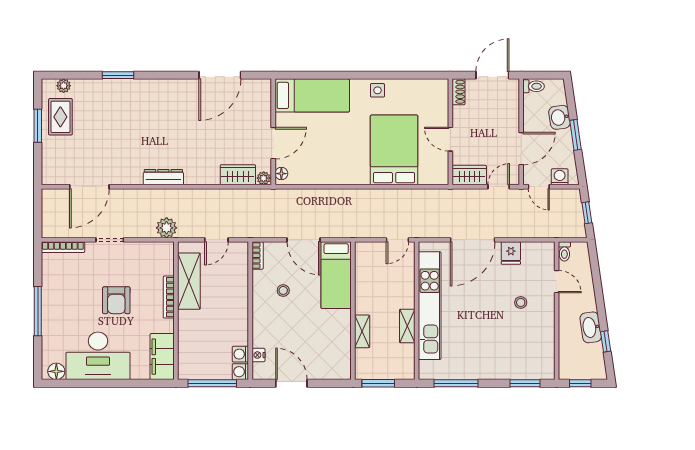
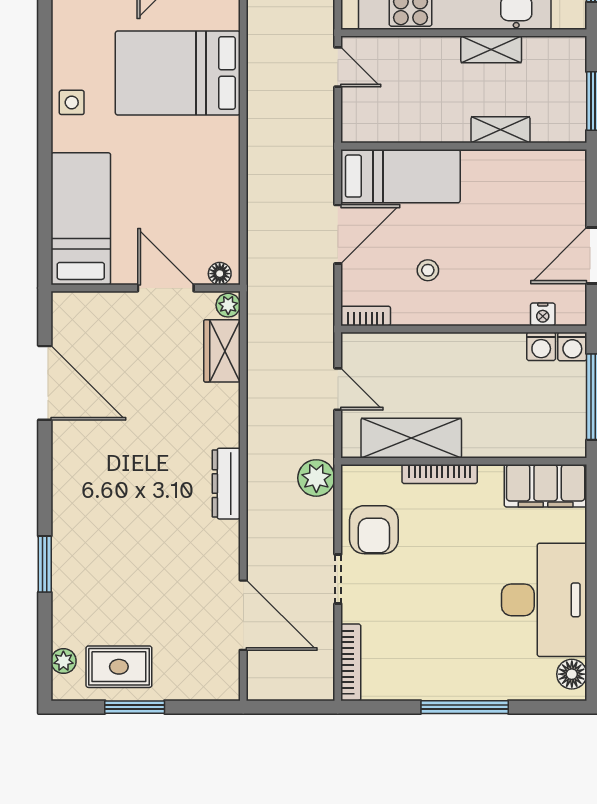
armchair: (116, 300) -> (374, 530), moved, turned 90

